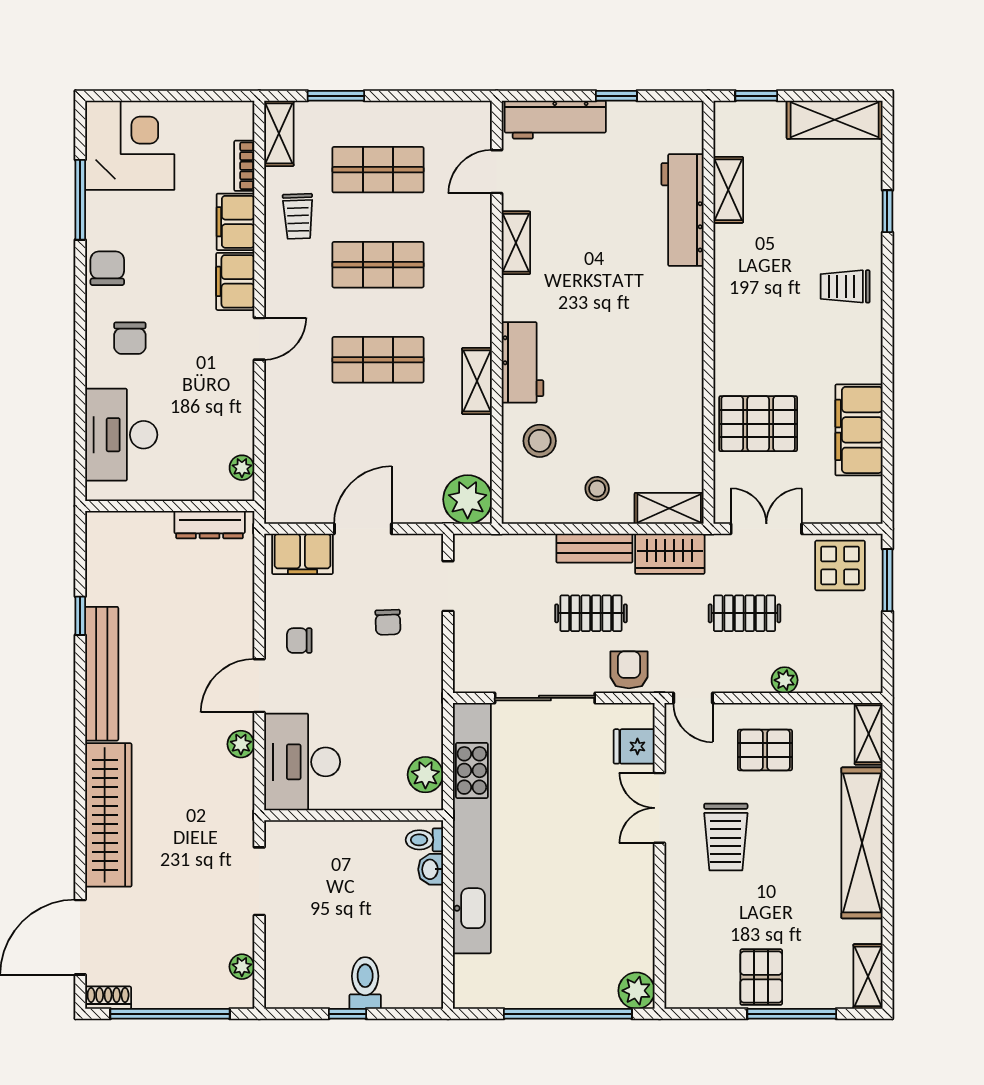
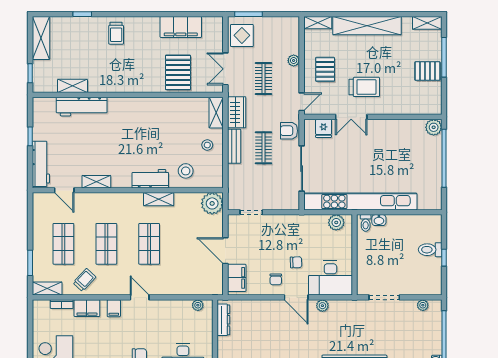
trolley: (298, 216) -> (84, 280), turned -45
filing cabinet: (235, 281) -> (114, 308), width x0.50
chair: (388, 622) -> (296, 262), moved

